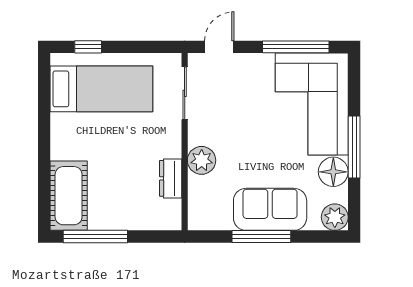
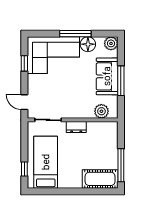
window: (296, 47) -> (24, 63), width x0.46
plant: (202, 160) -> (101, 111), moved
dresser: (171, 178) -> (76, 127), moved

